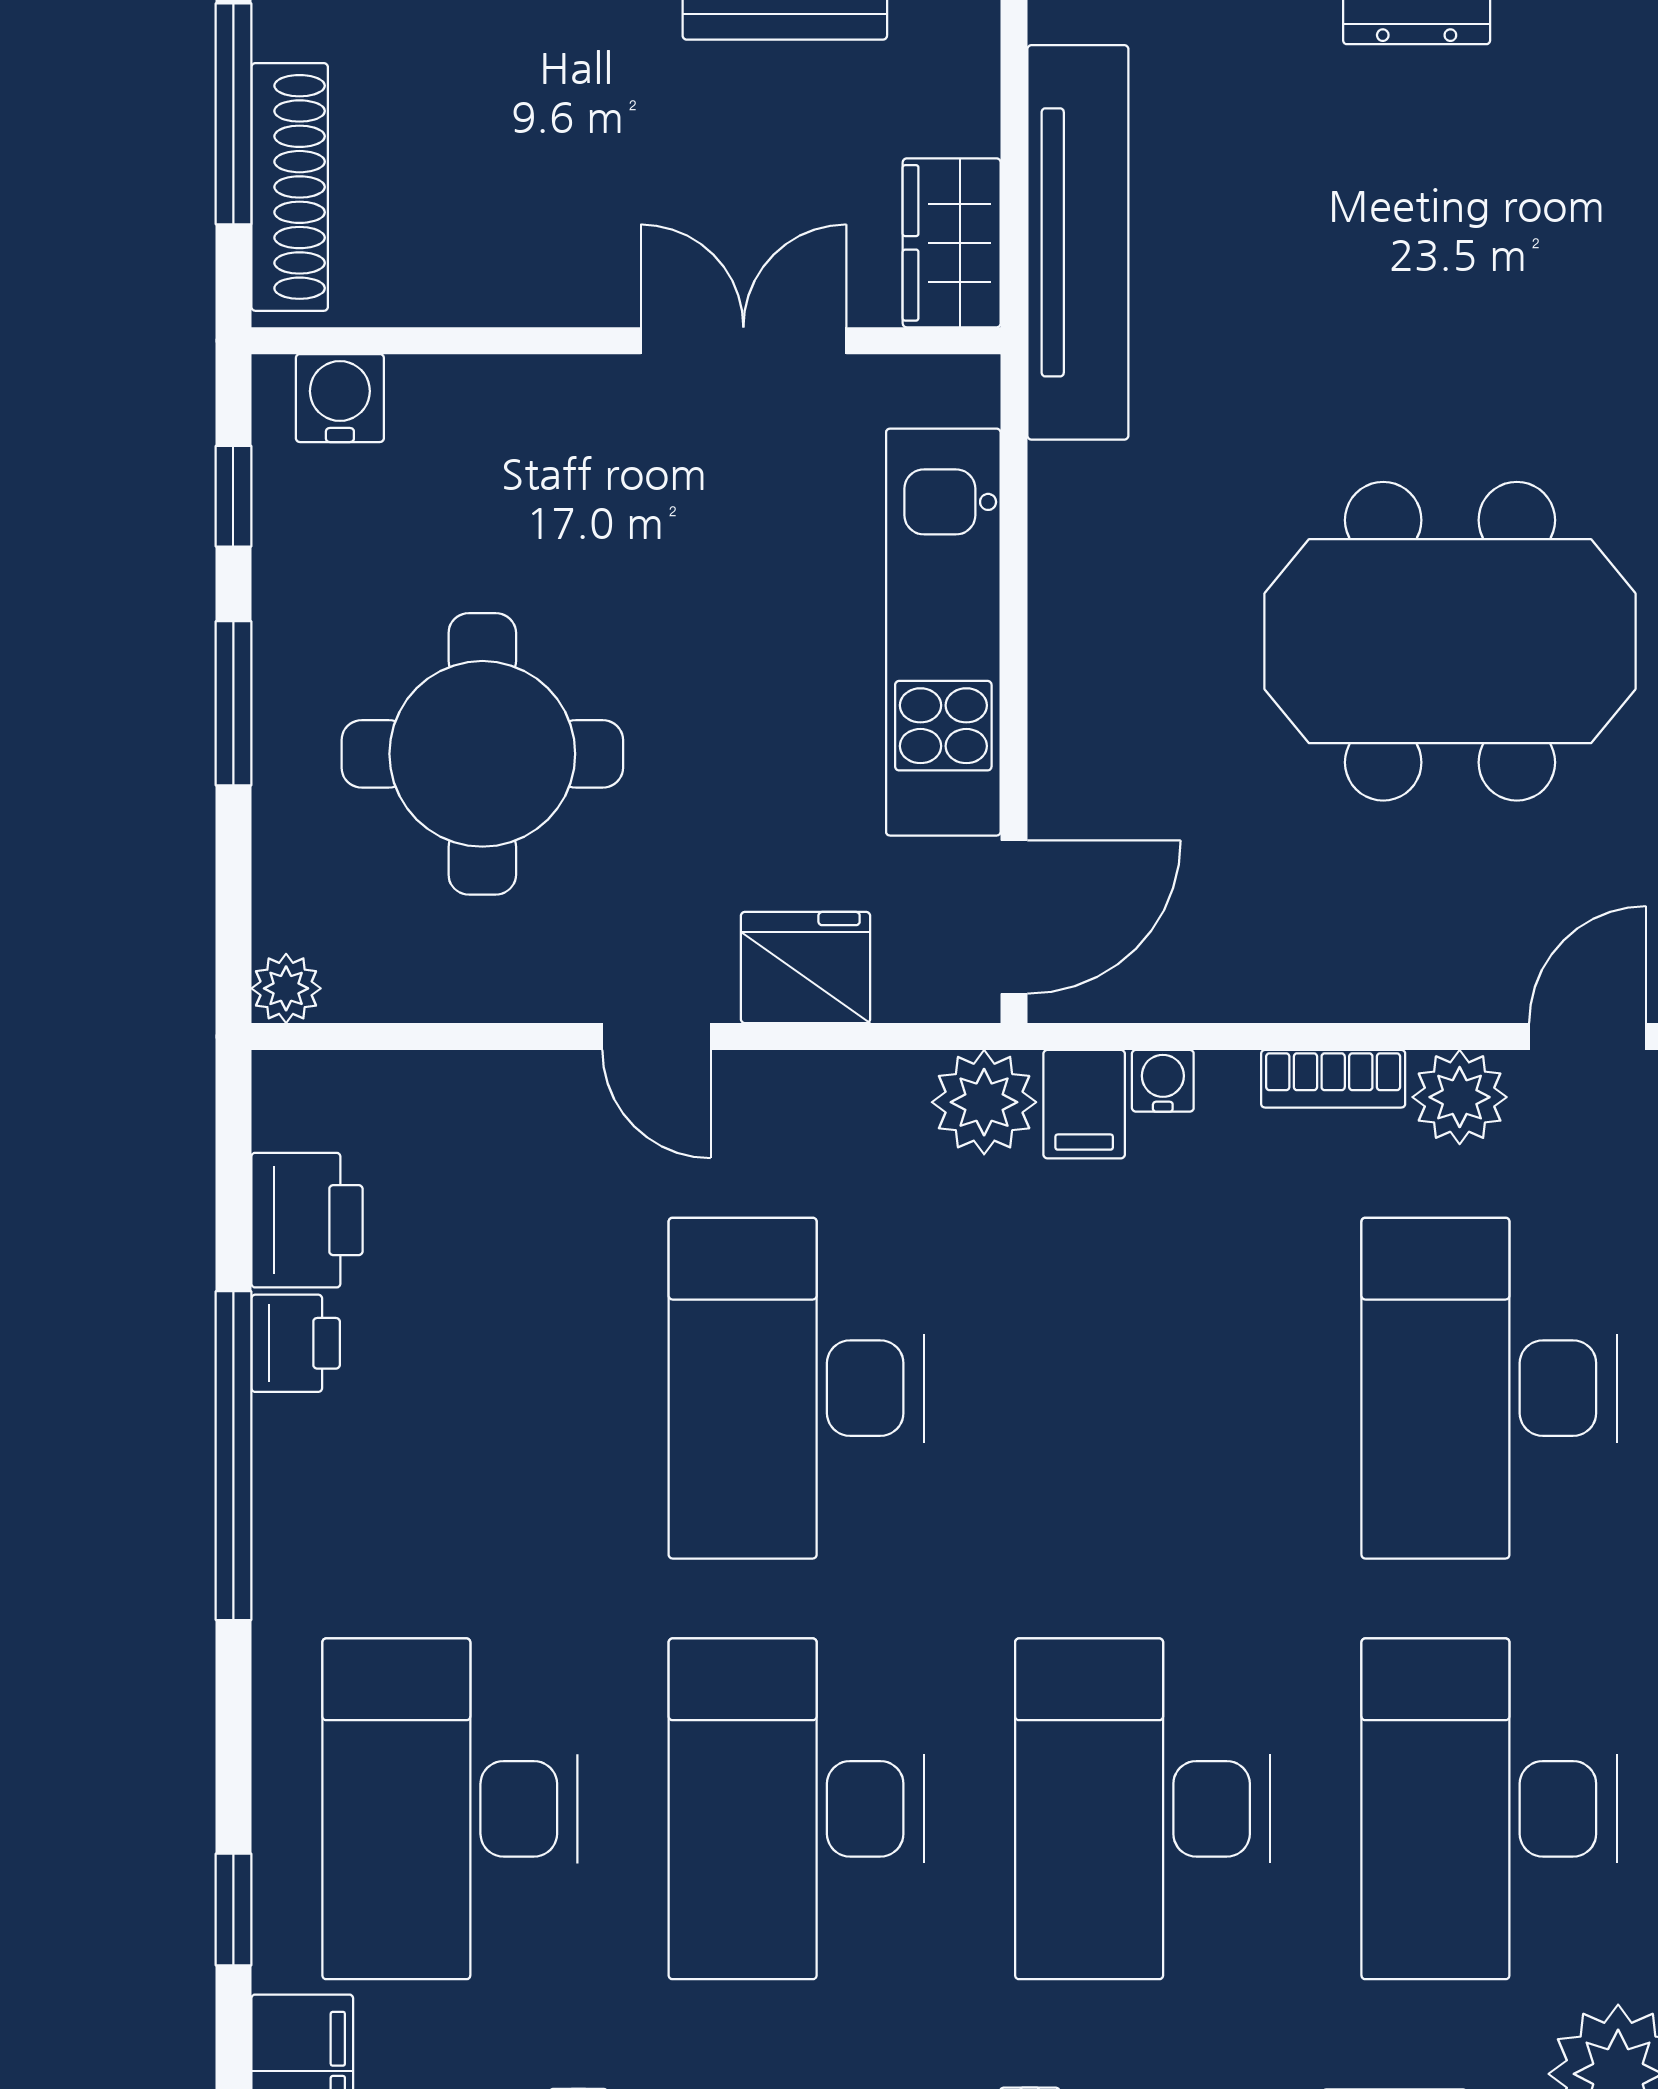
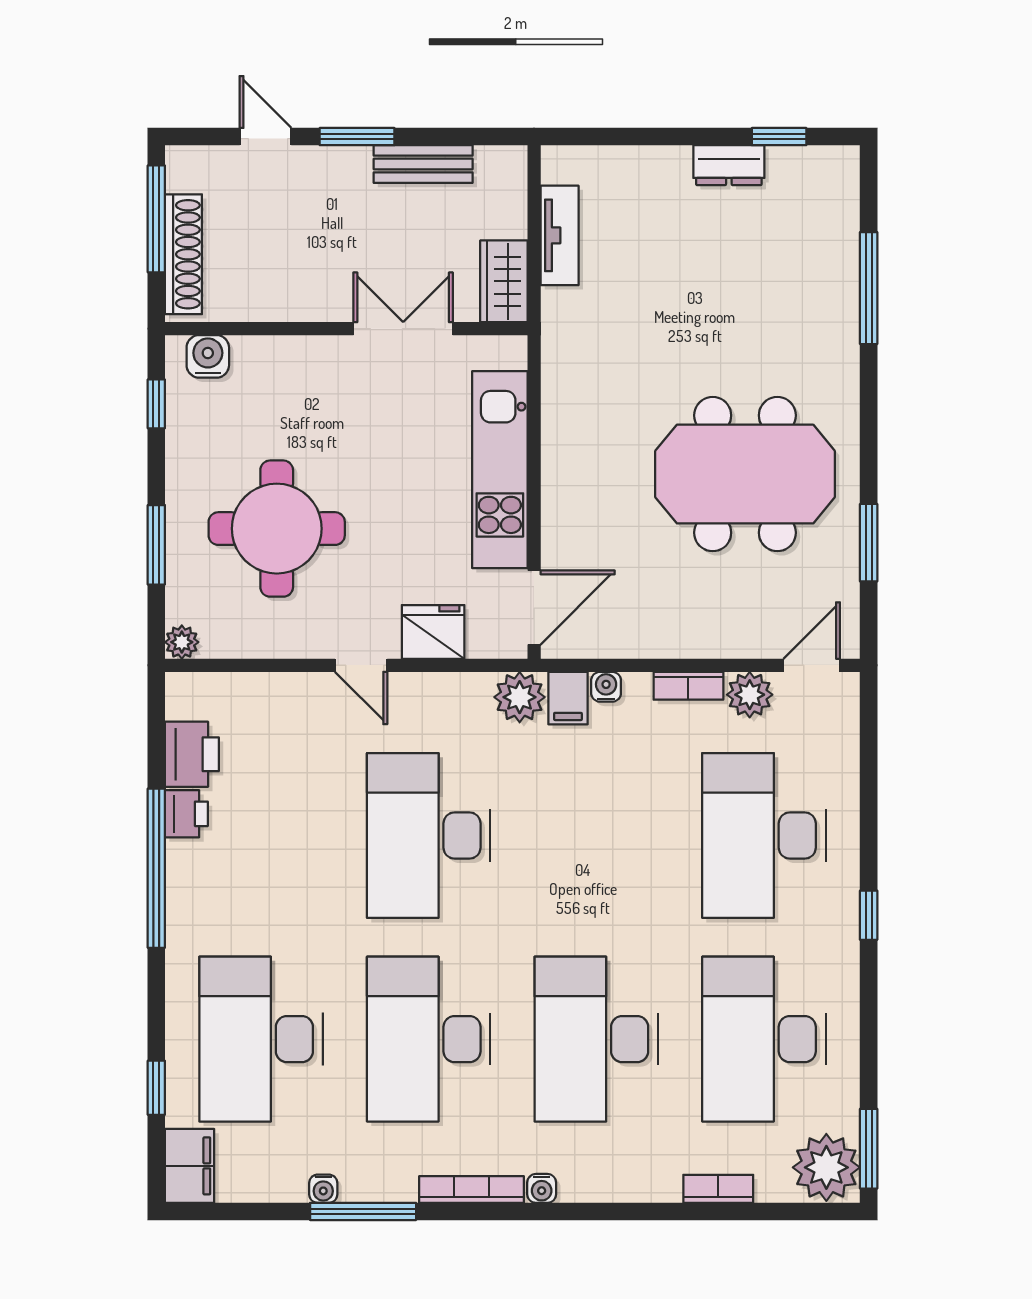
tv unit: (1078, 242) -> (560, 235), width x0.52, depth x0.78
window: (233, 703) -> (156, 545), moved

